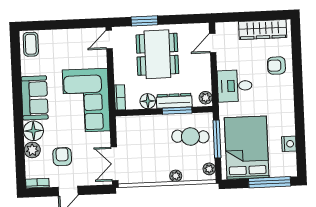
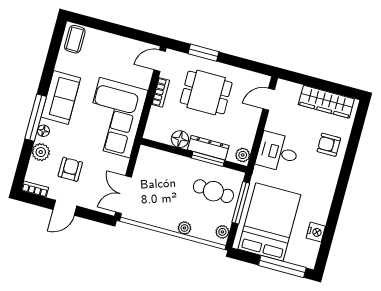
dining table: (157, 54) -> (206, 93), width x0.73
bookcase: (120, 97) -> (161, 92), moved
window: (18, 122) -> (36, 118), added
floor lamp: (33, 131) -> (43, 131), width x0.53, depth x0.53

